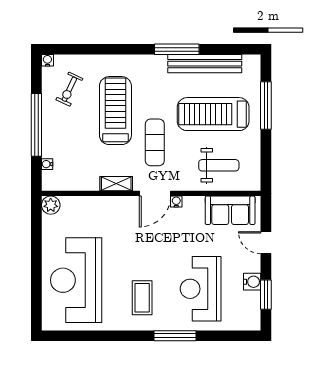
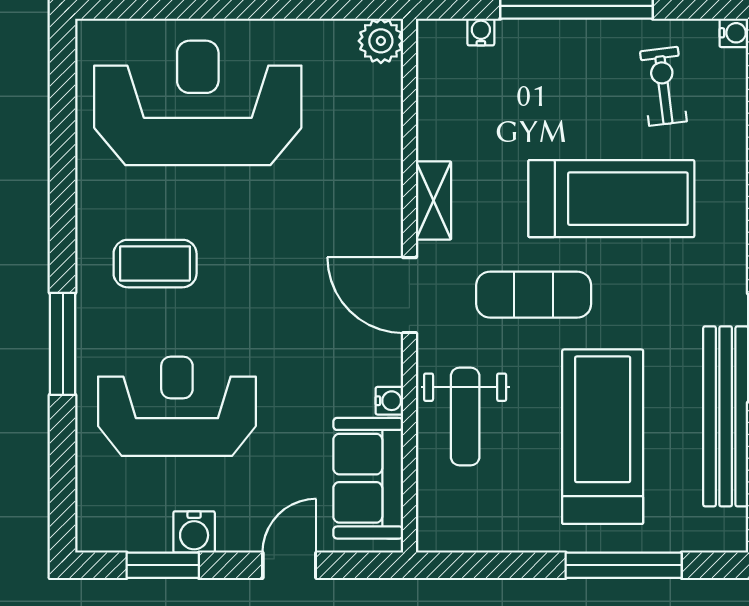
exercise bike: (69, 89) -> (663, 86), turned 58
weight bench: (219, 165) -> (465, 416), moved
water cooler: (176, 202) -> (389, 401), moved

